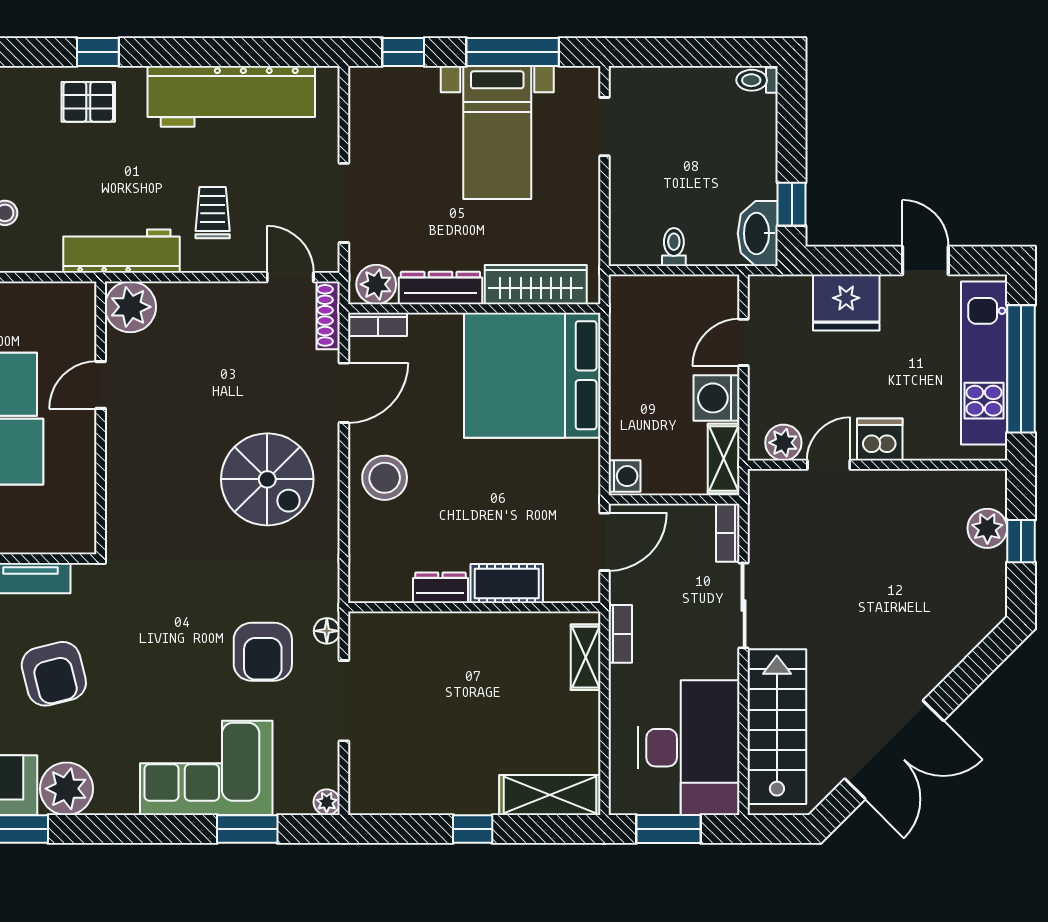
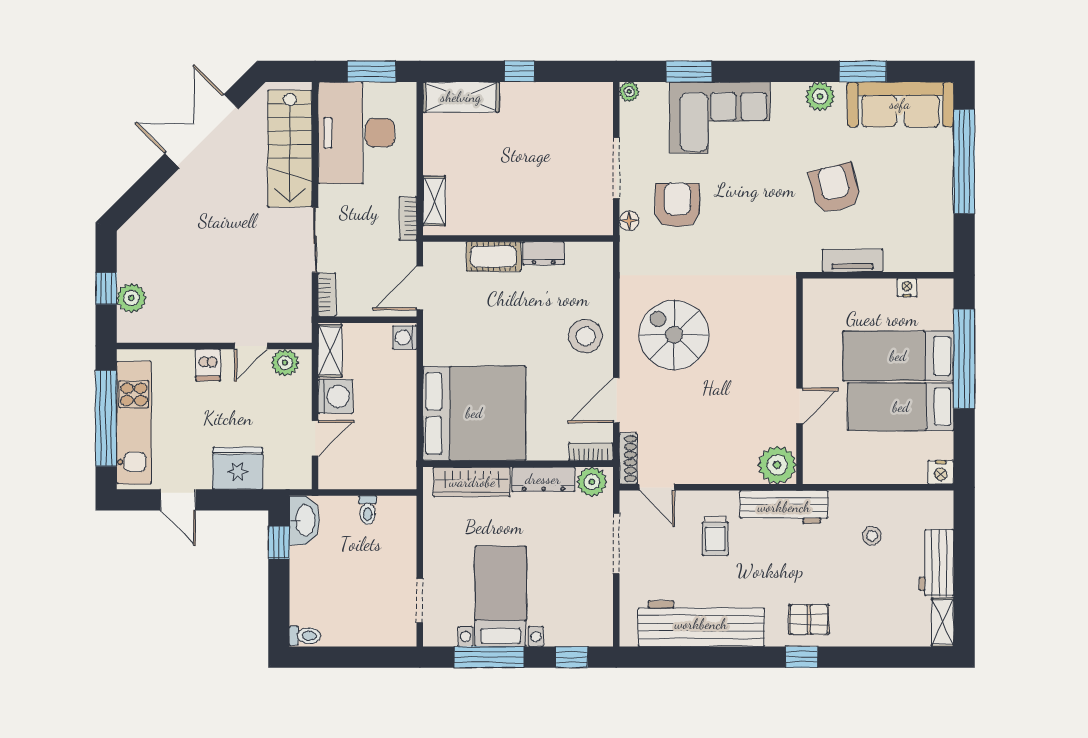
dishwasher: (880, 440) -> (208, 365), width x0.73
plant: (66, 789) -> (820, 97), width x0.73, depth x0.73

